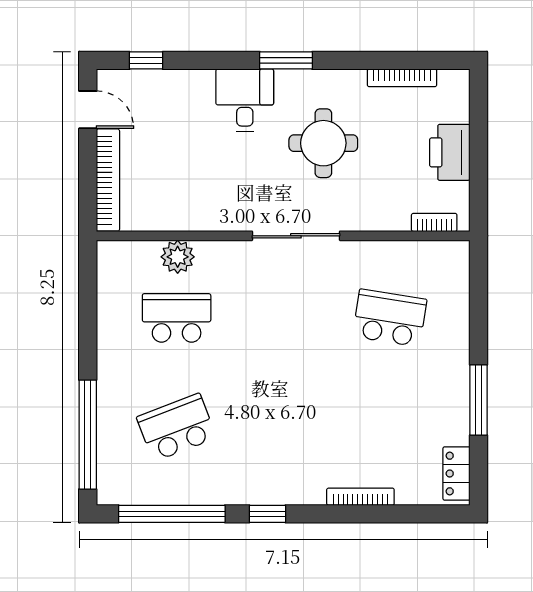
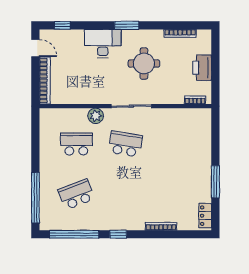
desk: (245, 100) -> (103, 44), width x1.37
plant: (178, 257) -> (96, 116), moved
school desk: (390, 318) -> (125, 144), moved

